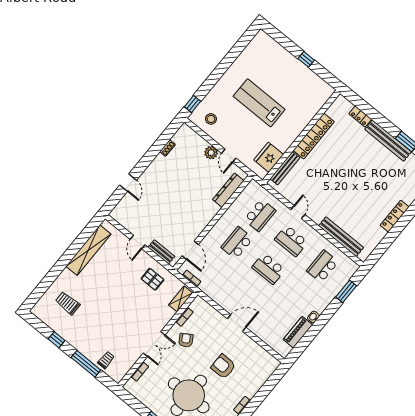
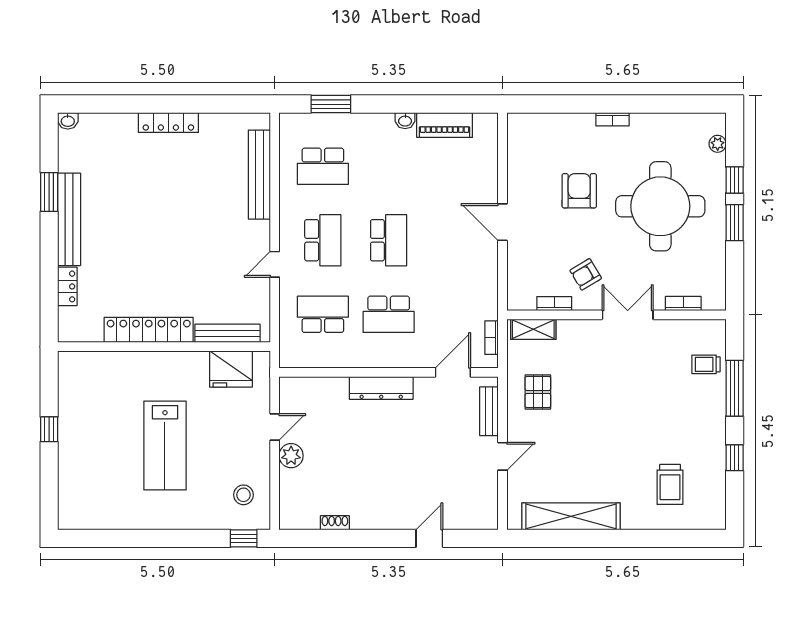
dresser: (228, 190) -> (381, 388), moved
armchair: (223, 366) -> (579, 191), turned 180

